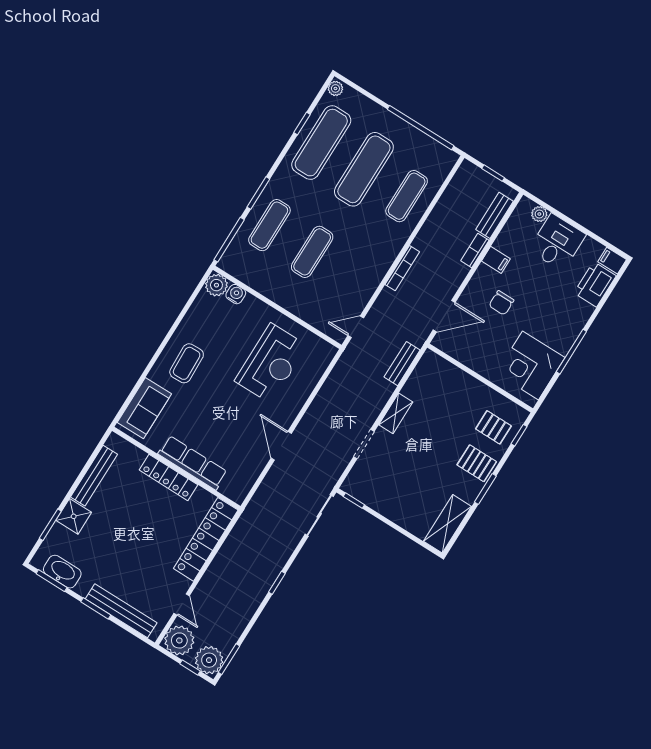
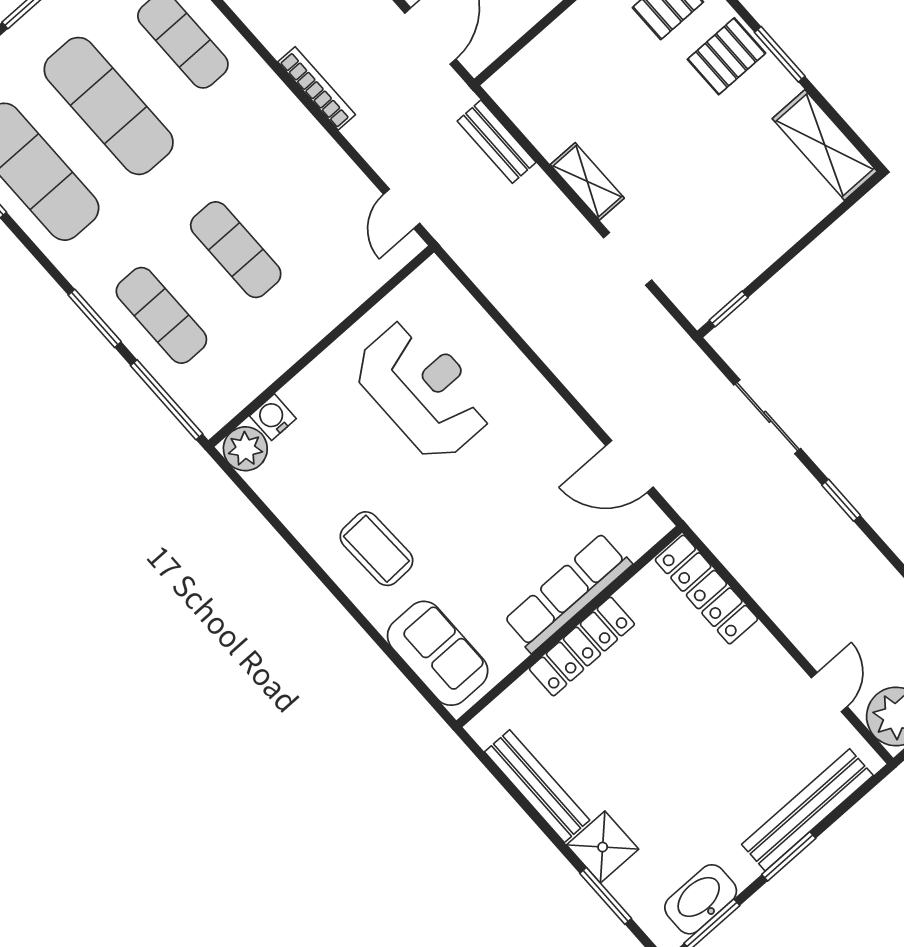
door: (281, 446) -> (629, 466), moved
sliding door: (319, 515) -> (767, 417), moved
locker: (206, 539) -> (706, 590), width x0.71, depth x0.83
door: (182, 604) -> (829, 692), hinge flipped

